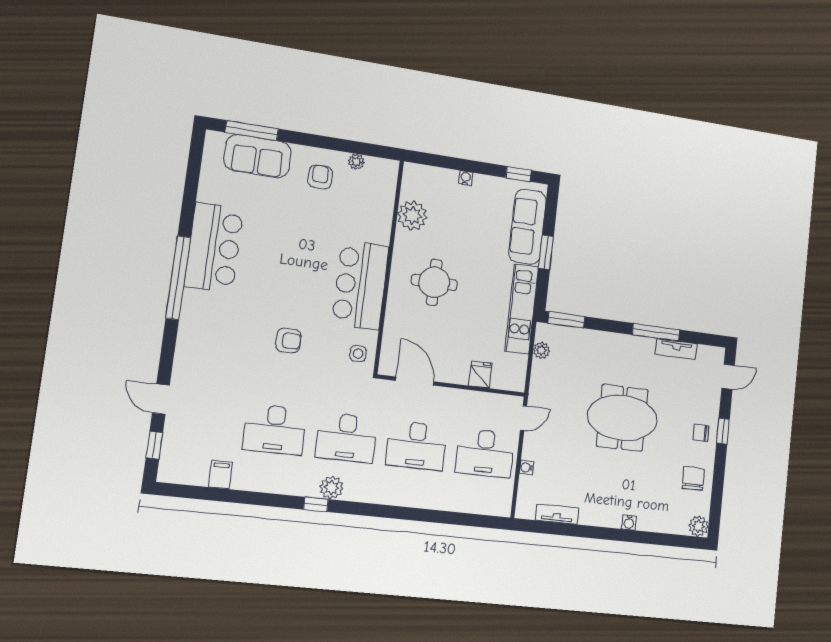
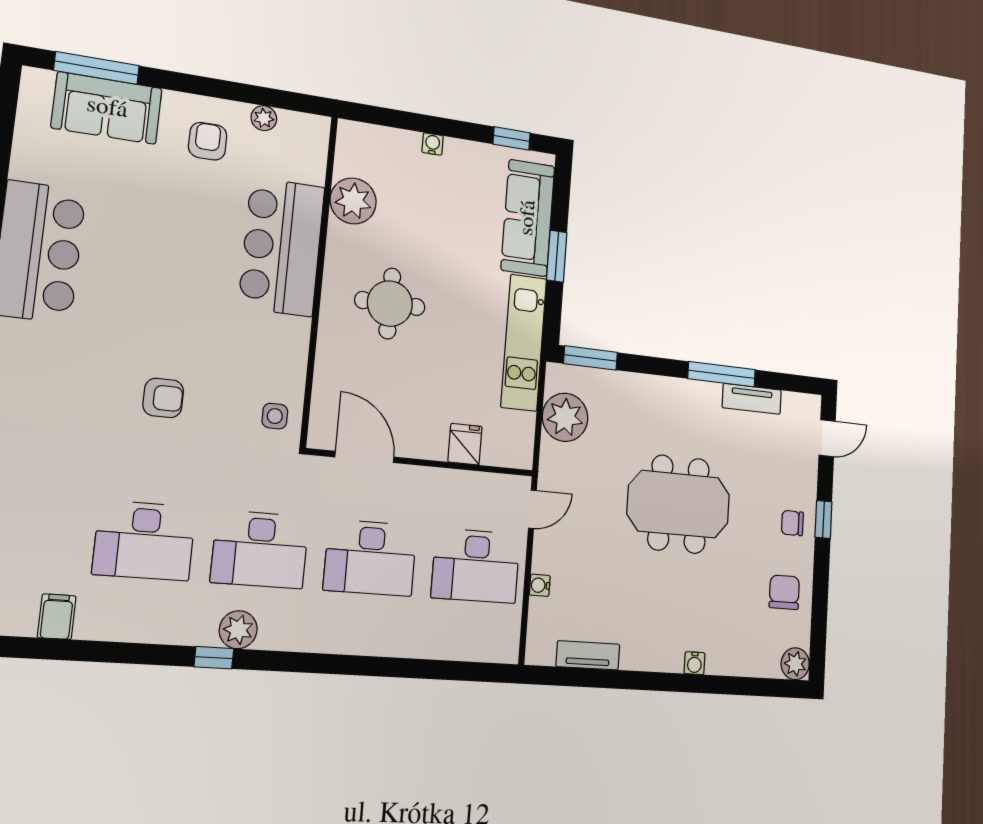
bar counter: (360, 285) -> (282, 247), moved
plant: (541, 350) -> (565, 417), width x1.87, depth x1.87

